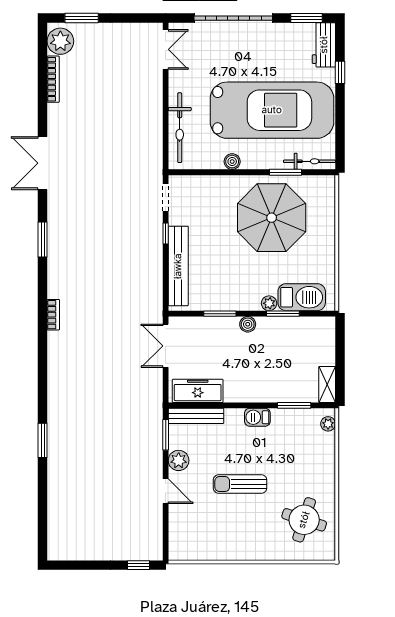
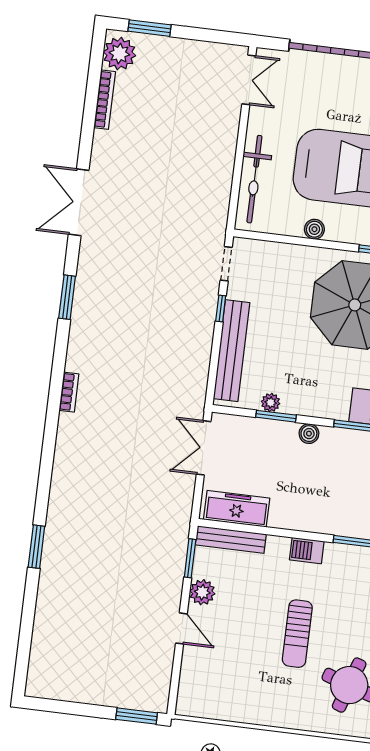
plant: (269, 303) -> (271, 403), moved
sun lounger: (240, 484) -> (297, 634), moved, turned -90
window: (138, 565) -> (137, 716), width x1.50

